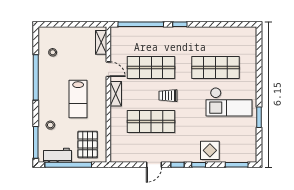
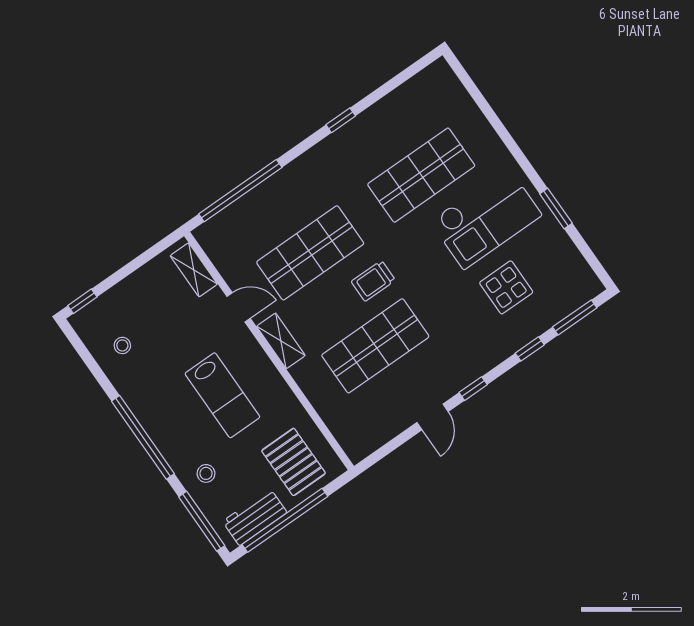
window: (49, 24) -> (82, 301), added
window: (180, 24) -> (341, 120), moved
window: (36, 77) -> (143, 437), moved
display table: (210, 150) -> (506, 287), moved
window: (199, 165) -> (530, 349), moved

